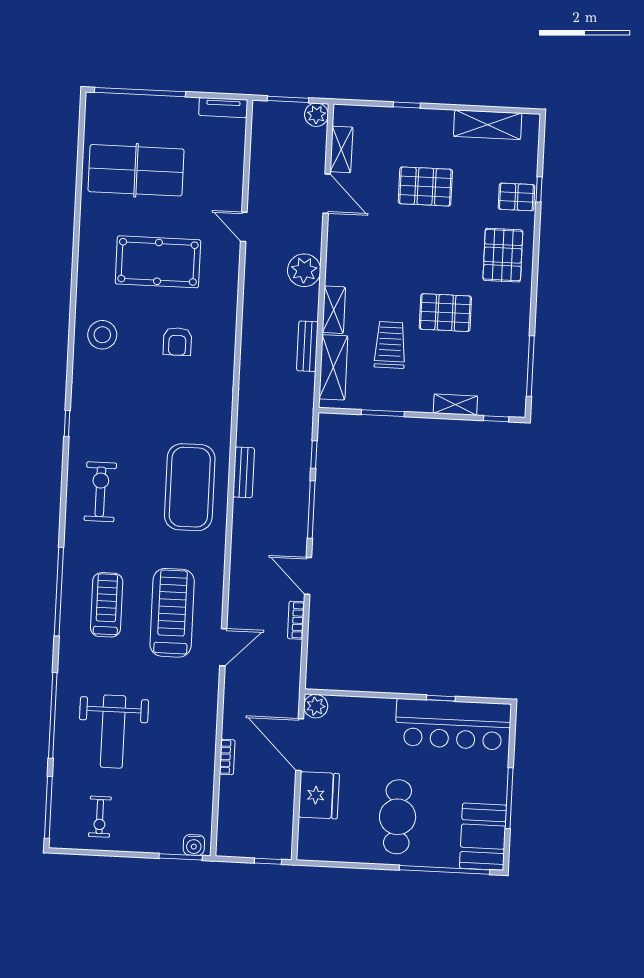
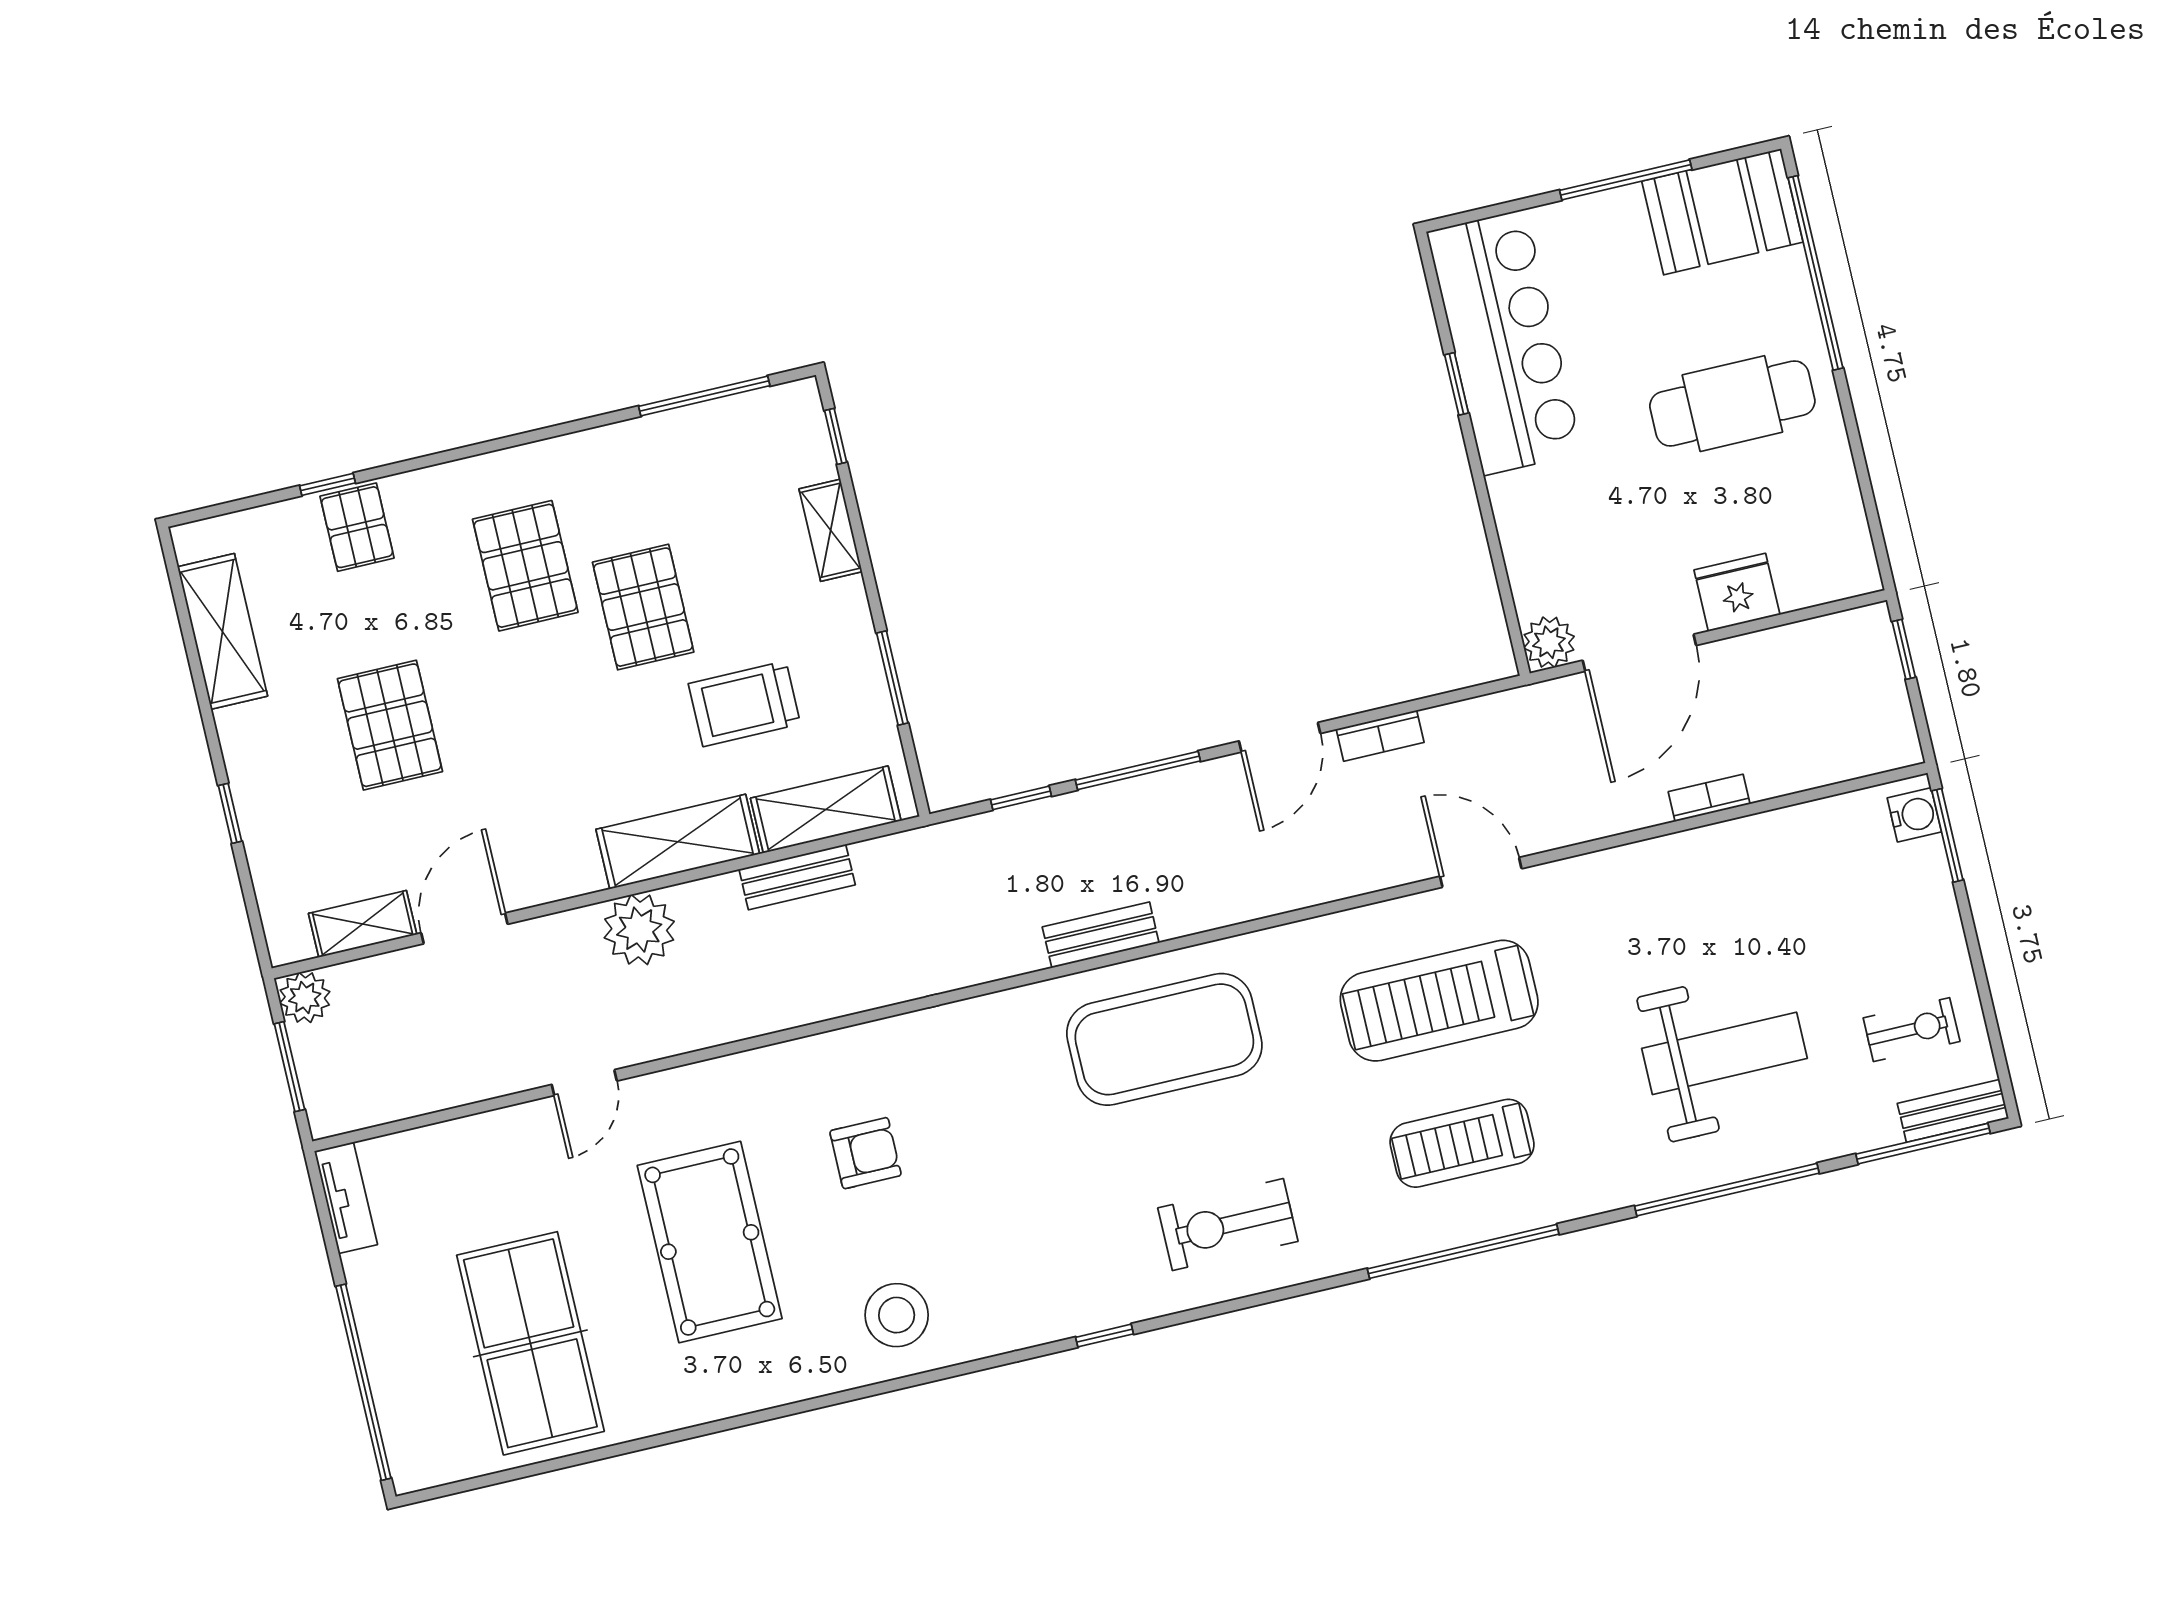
pallet: (503, 255) -> (525, 566), moved, turned 90
shelving: (334, 310) -> (678, 842), width x1.50, depth x1.33
fridge: (319, 795) -> (1737, 592), width x0.73, depth x0.75
bench: (59, 825) -> (1953, 1111), added

